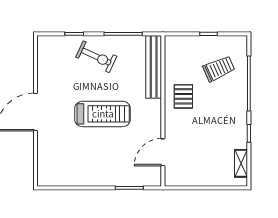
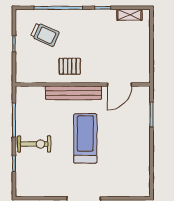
exercise bike: (96, 57) -> (34, 144), turned 65
bench: (154, 67) -> (73, 93), moved
trolley: (219, 69) -> (45, 35), turned 138
door: (163, 152) -> (120, 84), hinge flipped

